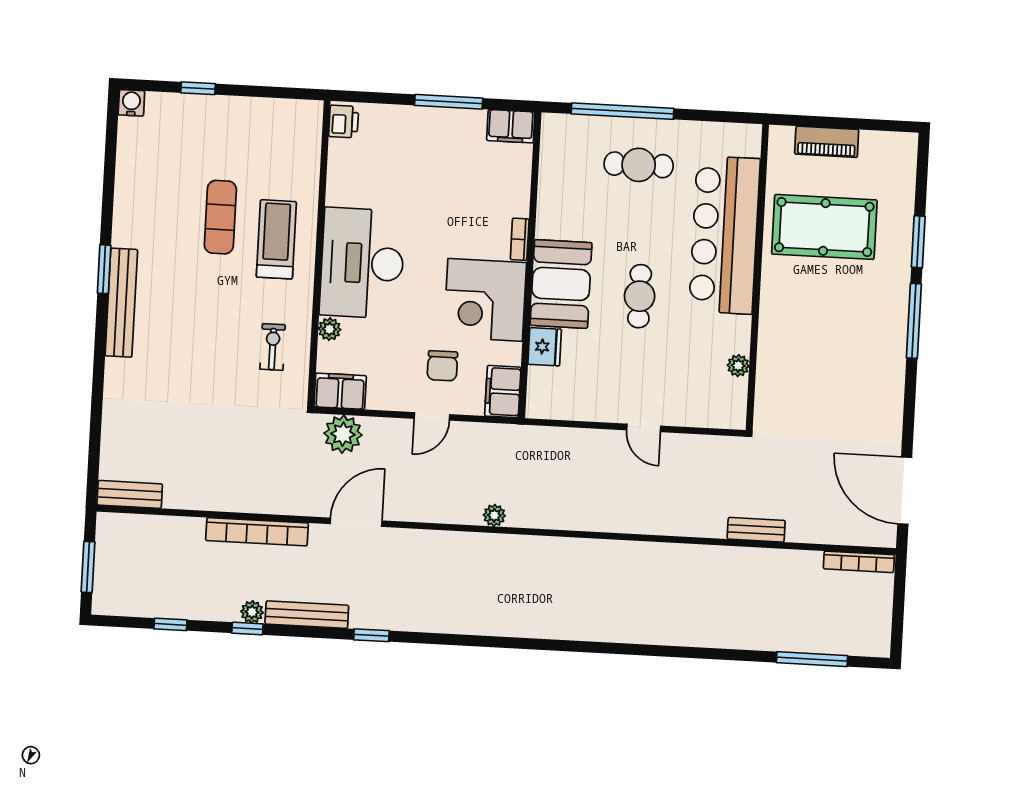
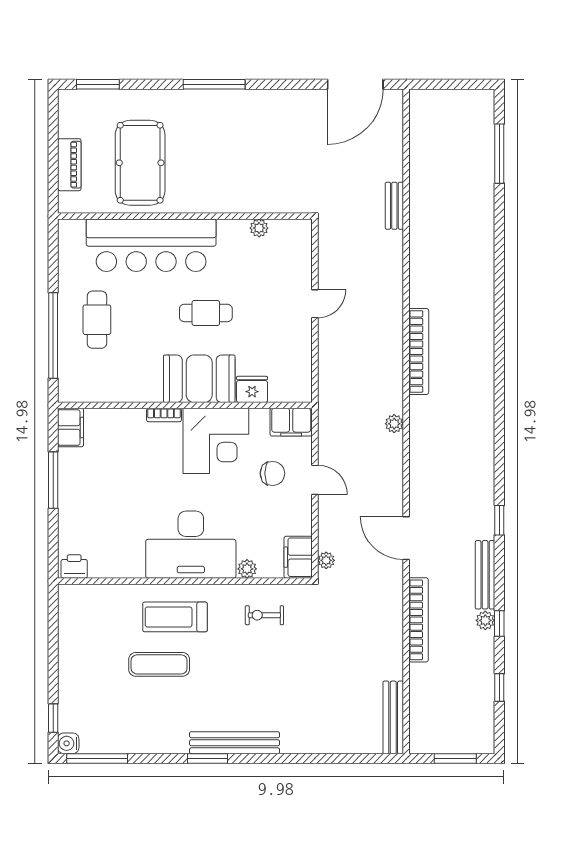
window: (198, 88) -> (53, 718), moved
window: (111, 137) -> (97, 758), added
window: (918, 242) -> (98, 84), moved
plant: (343, 434) -> (326, 560), width x0.53, depth x0.53
bench: (130, 494) -> (393, 717), width x1.36
bookcase: (859, 562) -> (419, 352), moved, width x1.48, depth x1.31

